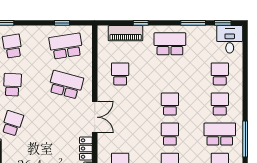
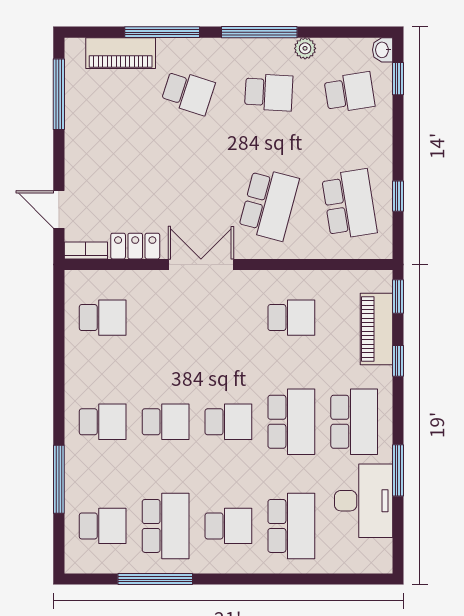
window: (223, 23) -> (398, 296), moved
desk: (230, 39) -> (364, 501), moved, width x1.37
school desk: (170, 74) -> (291, 422), added
school desk: (220, 74) -> (291, 526), width x1.85
double door: (95, 117) -> (201, 265), swing flipped

